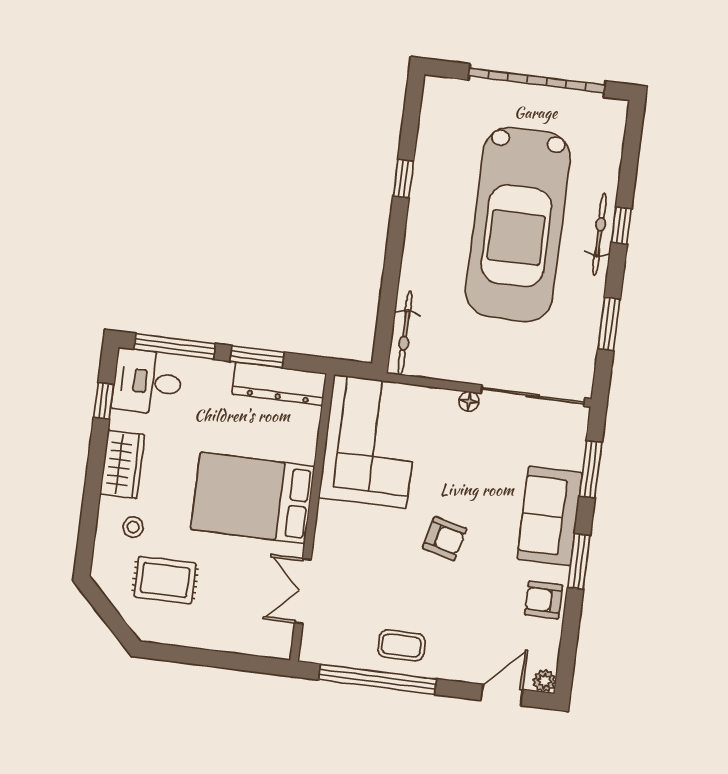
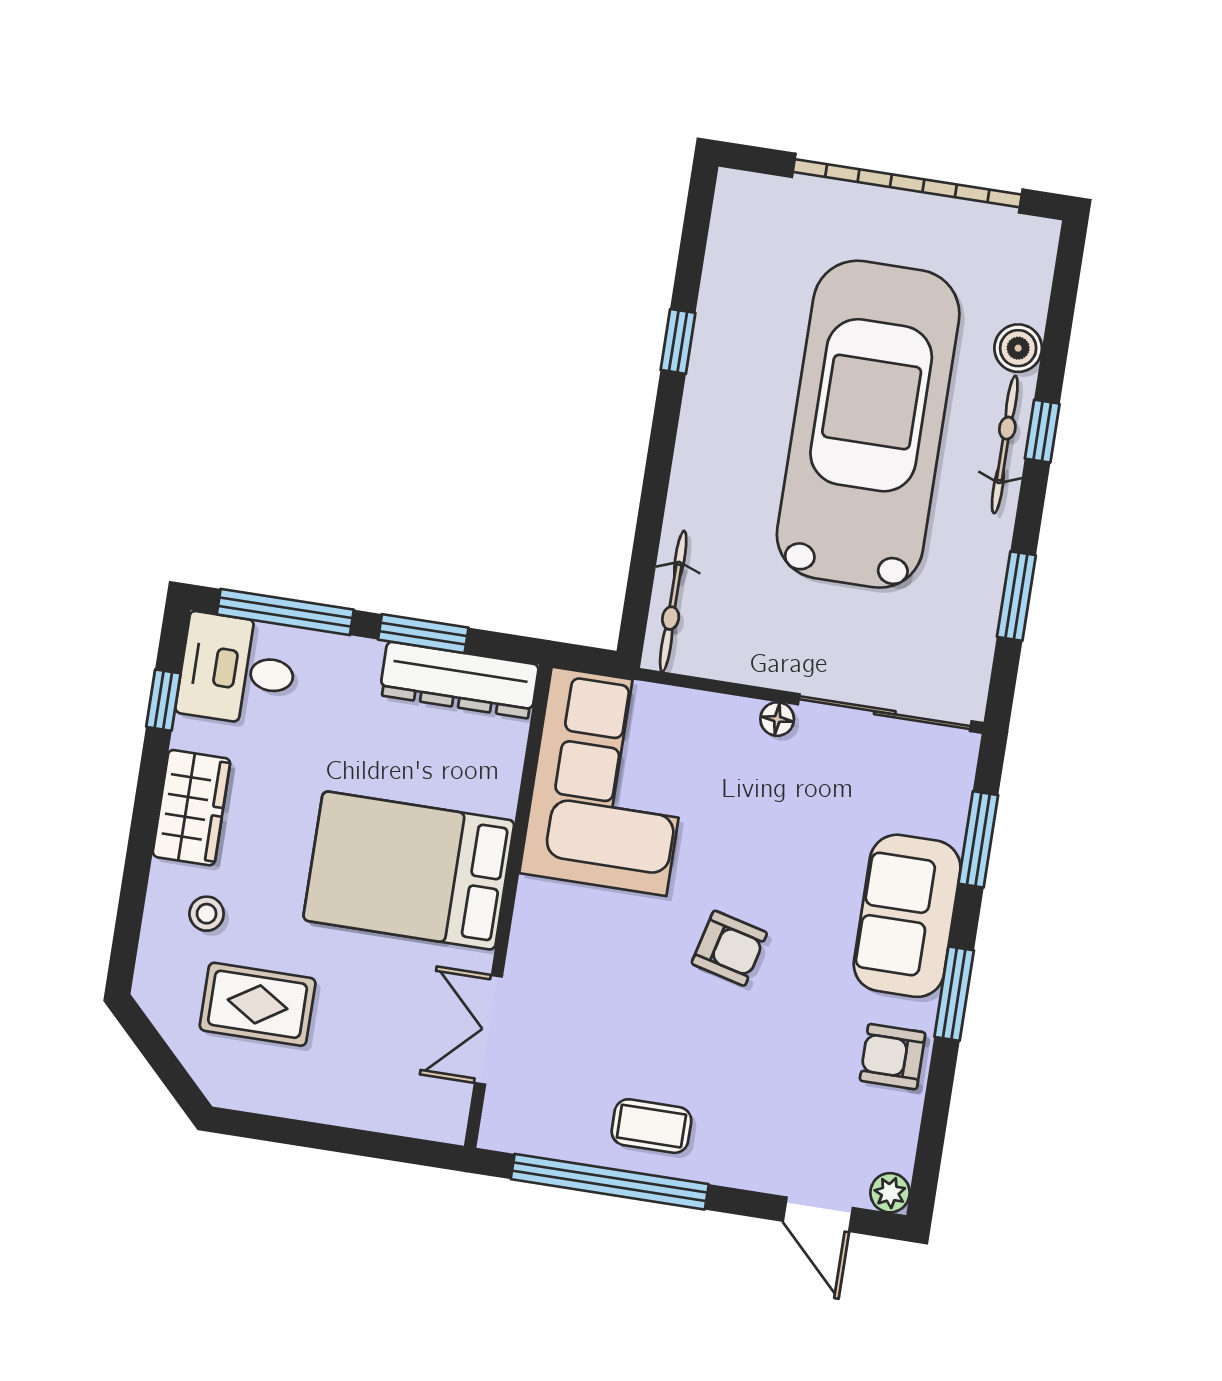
boiler: (606, 177) -> (1018, 348), added
car: (518, 224) -> (868, 424), turned 180
door: (502, 695) -> (818, 1214), swing flipped

